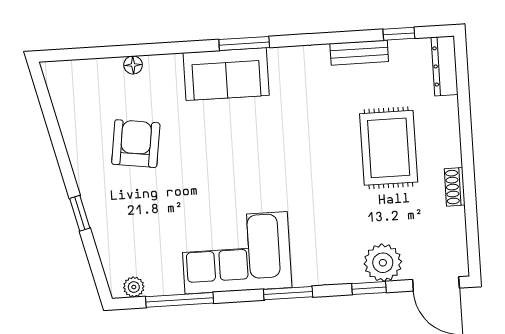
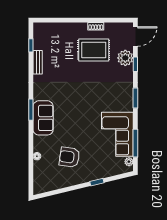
dresser: (445, 66) -> (45, 27), removed
rug: (389, 148) -> (94, 50), moved
corner sofa: (236, 253) -> (117, 134), moved

